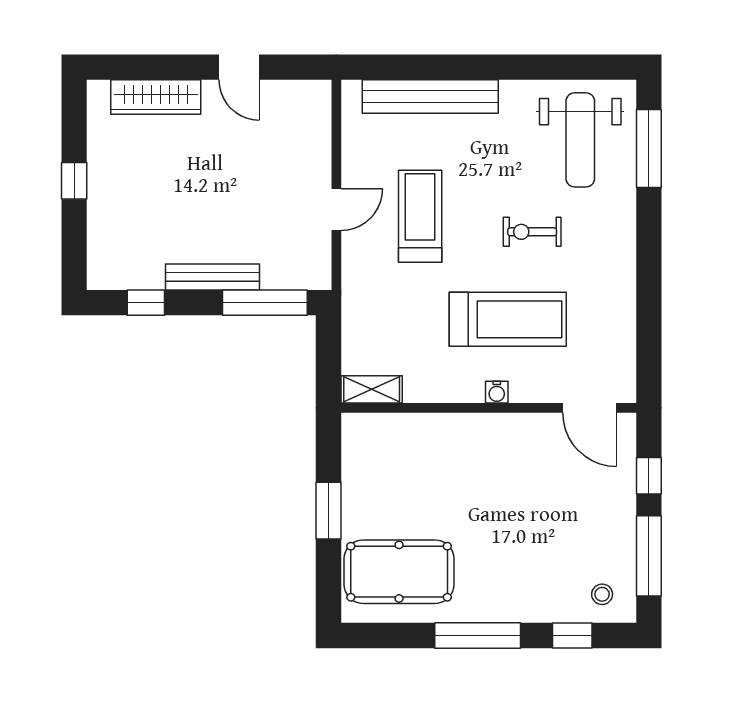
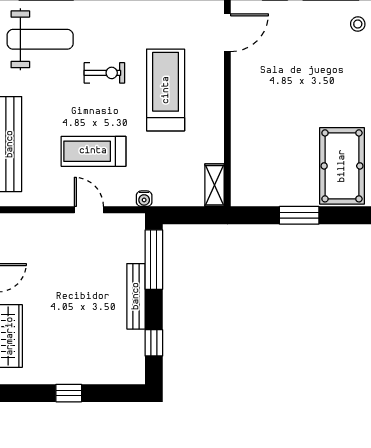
exercise bike: (532, 232) -> (104, 73), turned -90
water cooler: (497, 392) -> (144, 199), moved, turned 90

